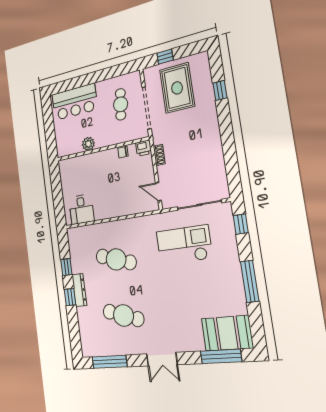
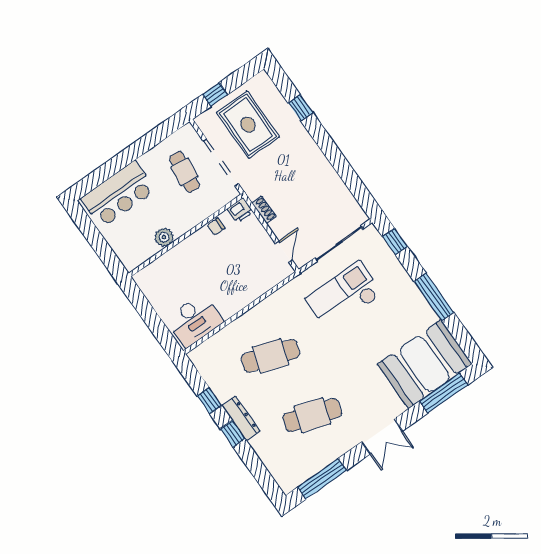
door: (158, 192) -> (284, 252), swing flipped
desk: (81, 209) -> (195, 320), width x1.37
booth: (227, 333) -> (425, 364), width x1.36, depth x1.42

